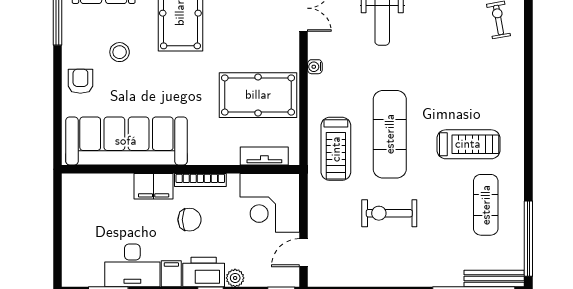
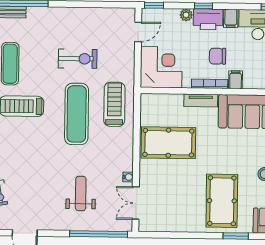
water cooler: (315, 67) -> (128, 177), moved
tv unit: (264, 156) -> (201, 101), moved
filing cabinet: (154, 186) -> (236, 80), width x0.50

